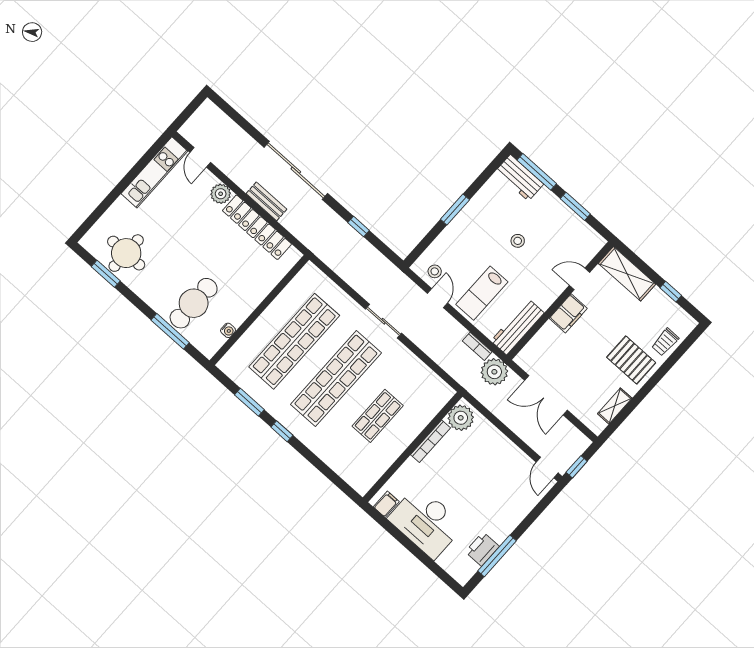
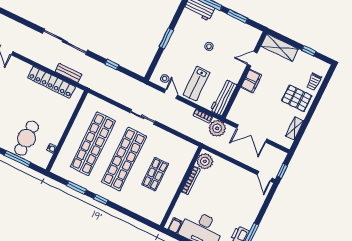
plant: (221, 194) -> (24, 68), removed
bench: (266, 201) -> (69, 73), moved

